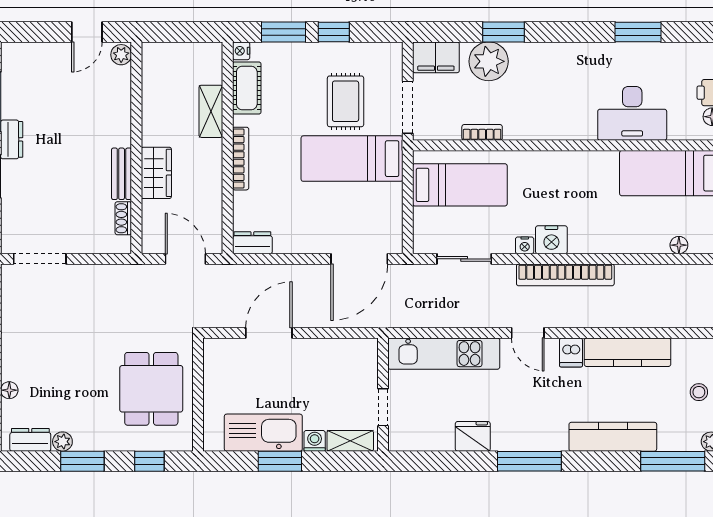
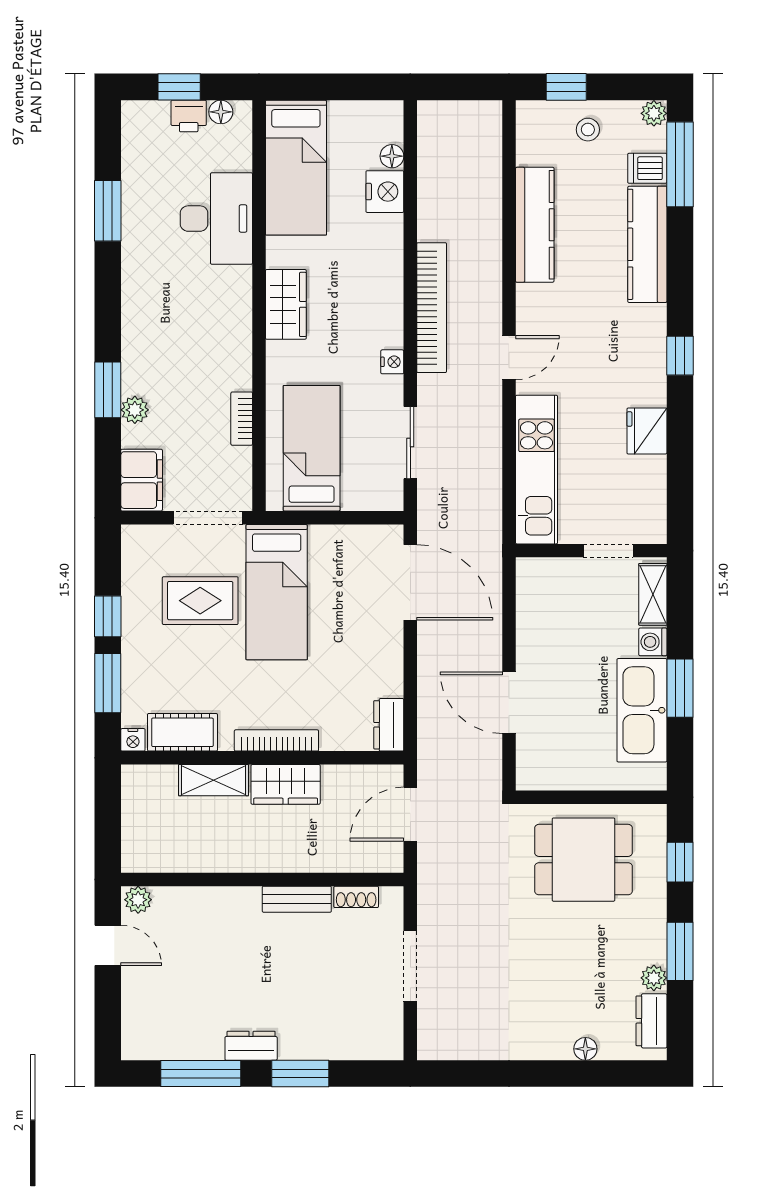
plant: (489, 61) -> (135, 410), width x0.53, depth x0.53
wardrobe: (568, 166) -> (286, 304), added
wardrobe: (156, 173) -> (286, 784), moved, turned 180
nightstand: (551, 240) -> (385, 192), moved
doorway: (40, 259) -> (410, 966), moved
dishwasher: (571, 352) -> (647, 168), moved, turned 180
window: (529, 461) -> (680, 356), width x0.46

